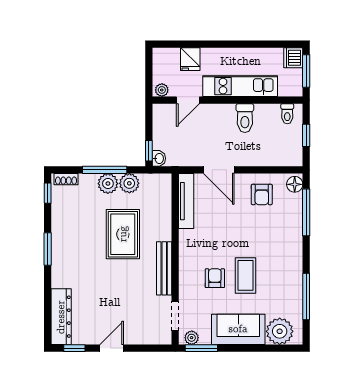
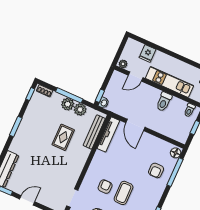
armchair: (262, 195) -> (156, 170), moved
rug: (123, 234) -> (63, 137), width x0.73, depth x0.70
bench: (164, 268) -> (94, 132), moved

